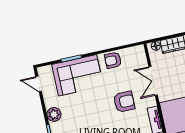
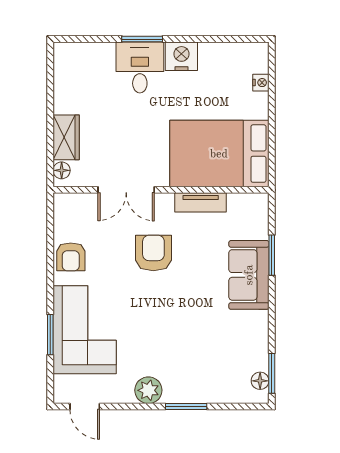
door: (39, 84) -> (85, 407), hinge flipped

